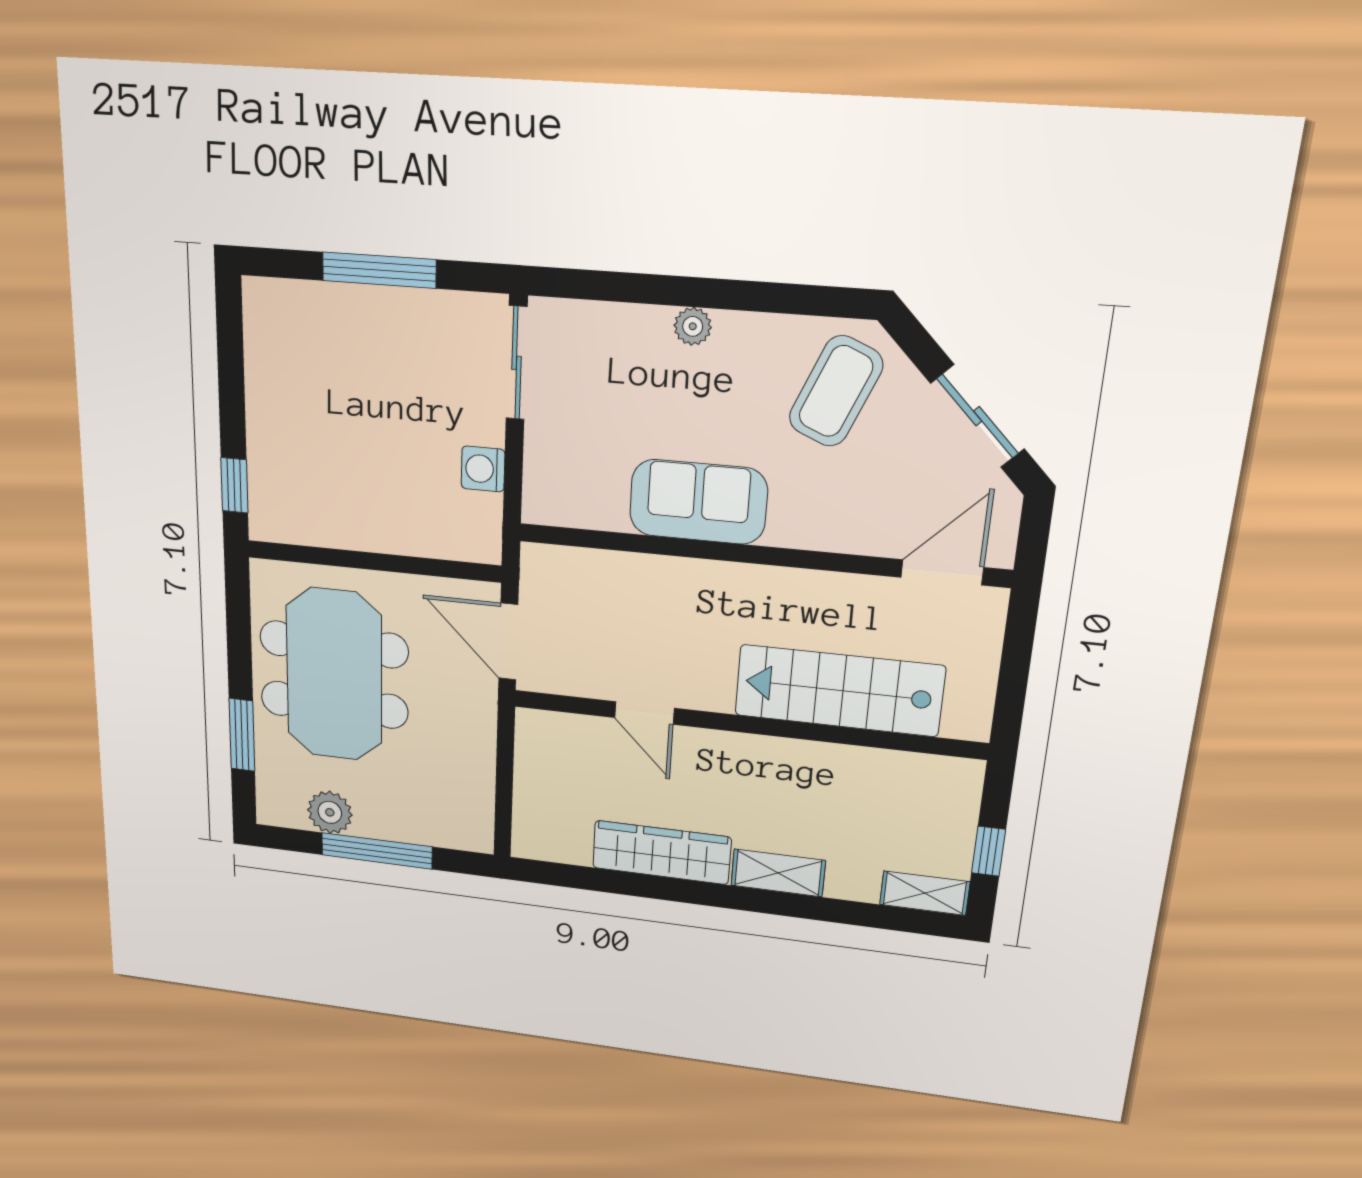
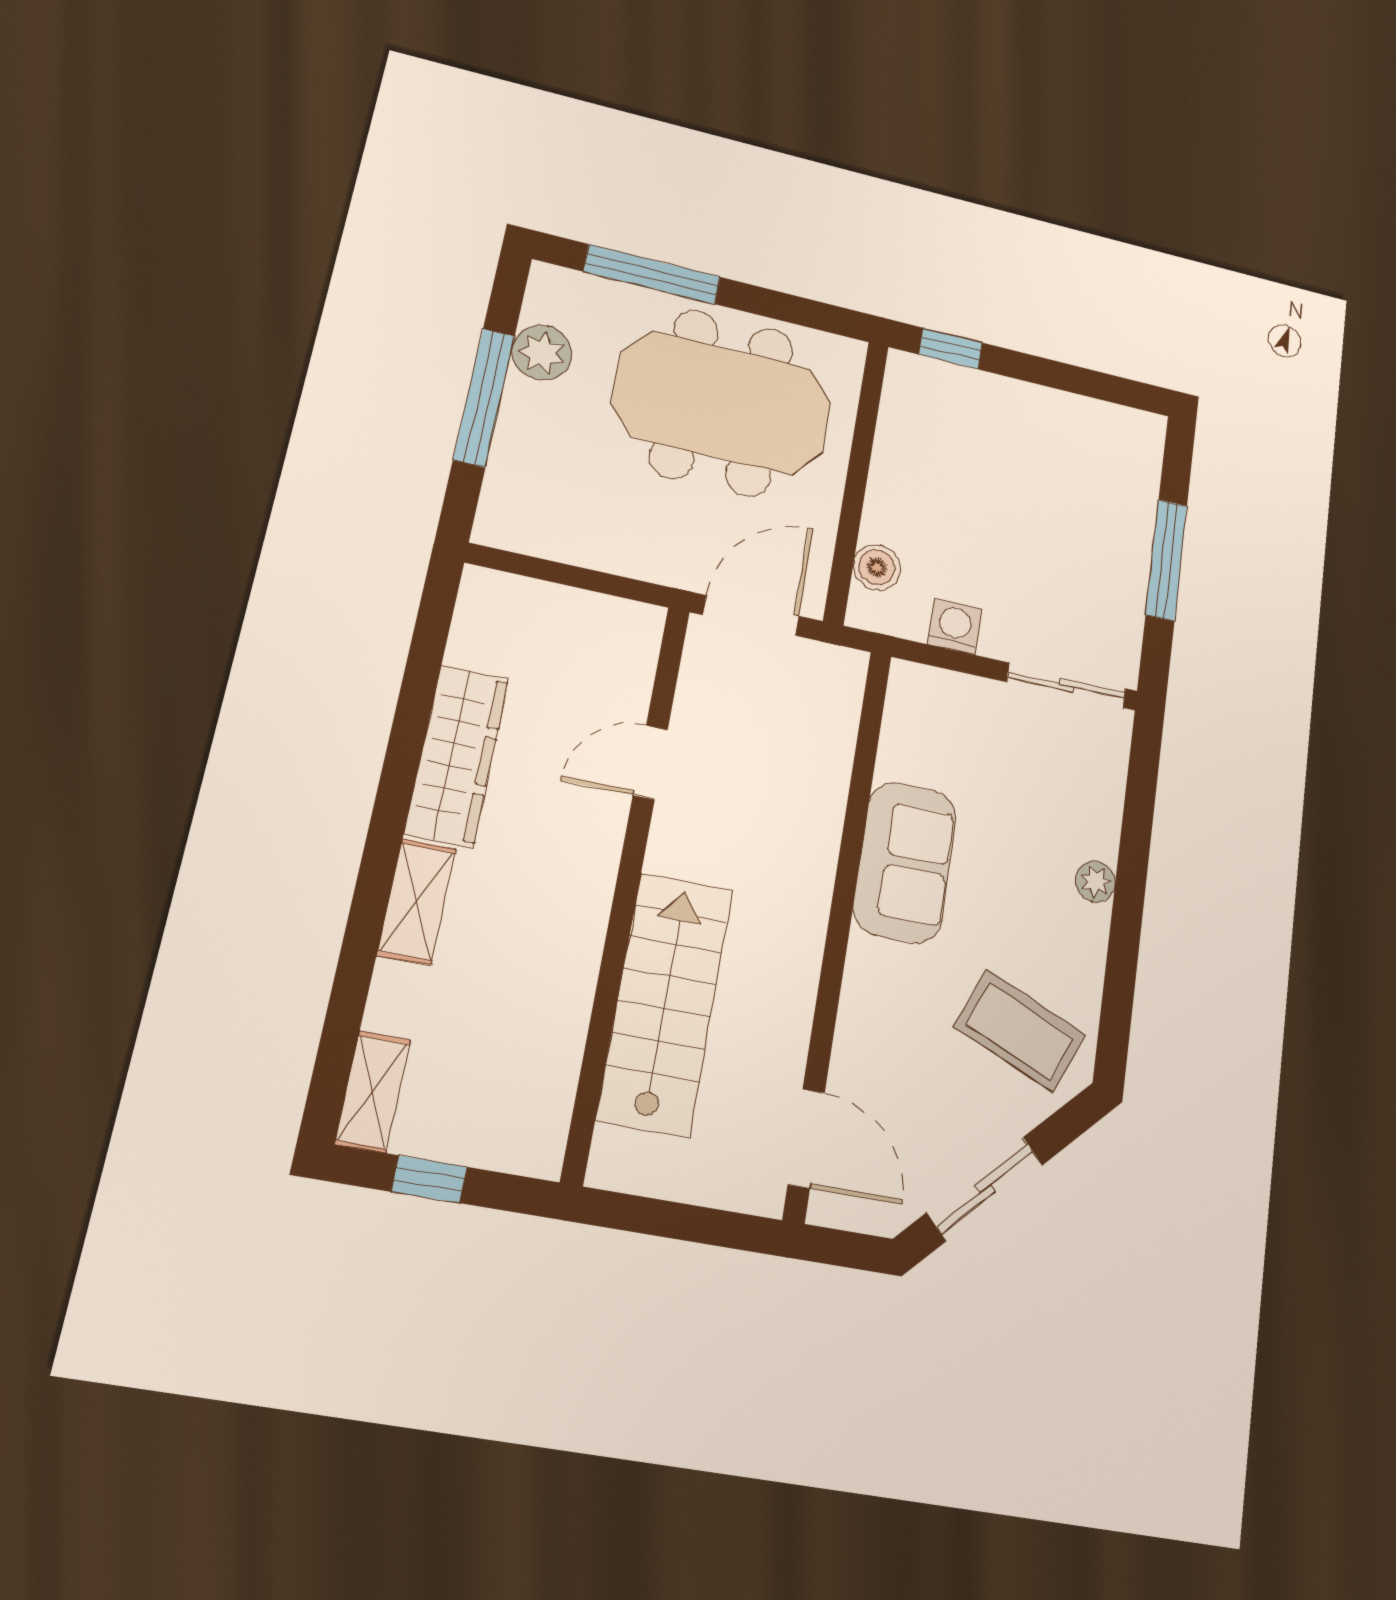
boiler: (445, 540) -> (877, 567), added
window: (242, 735) -> (652, 274), width x1.44

